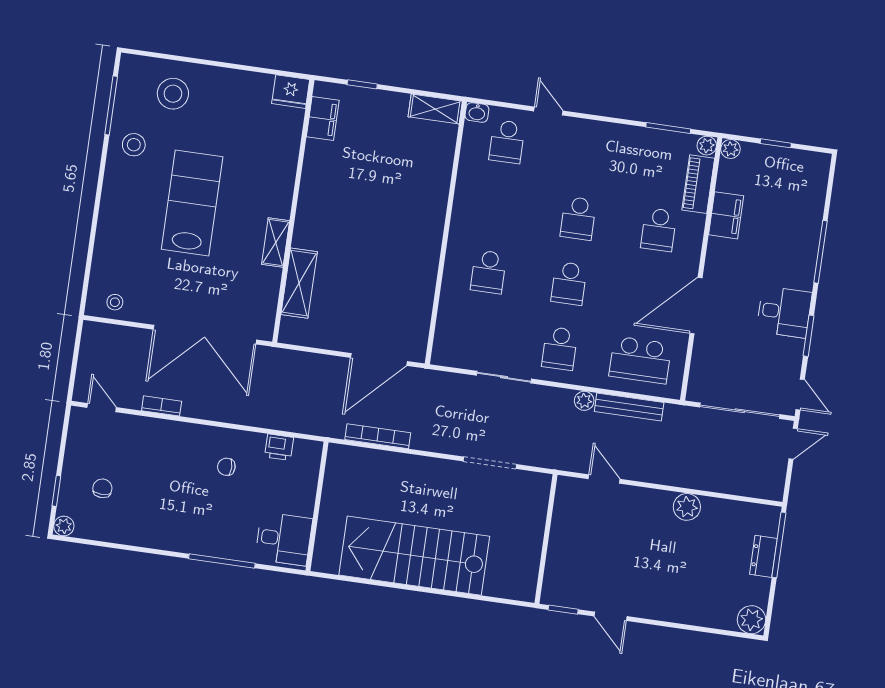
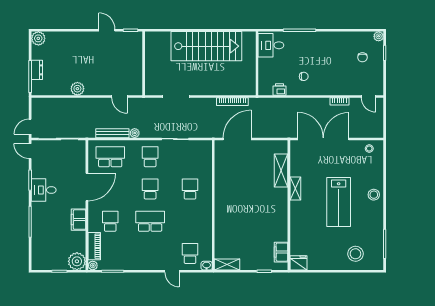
stool: (134, 145) -> (374, 195), moved
plant: (730, 149) -> (77, 261), width x1.88, depth x1.88
filing cabinet: (726, 215) -> (79, 220), moved
school desk: (578, 218) -> (150, 221), width x1.85

